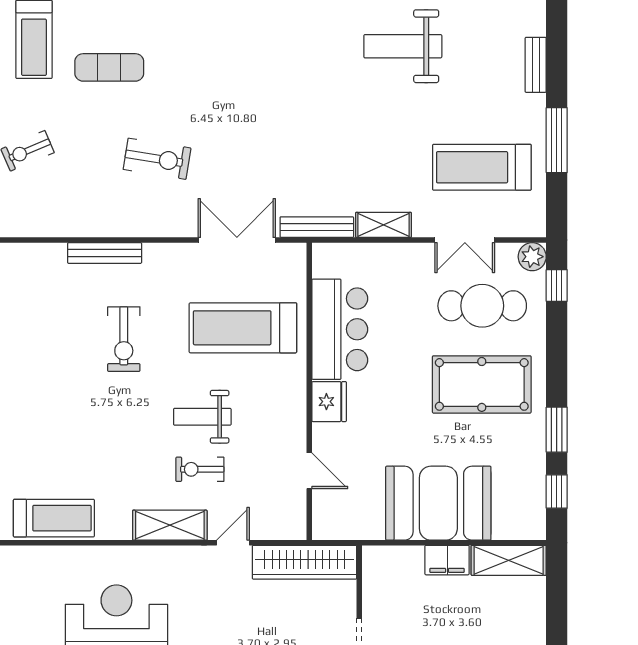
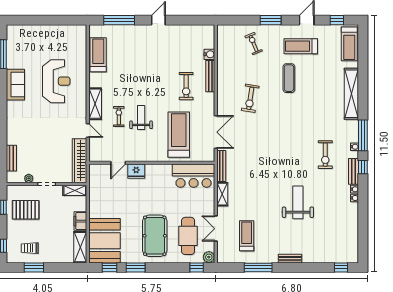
treadmill: (482, 167) -> (247, 236), width x0.73, depth x0.73
water cooler: (53, 255) -> (209, 54), added
bar counter: (340, 329) -> (194, 176), moved
exercise bike: (124, 339) -> (186, 86), moved, turned -90
fridge: (329, 402) -> (136, 171), moved
booth: (438, 503) -> (105, 241), moved
treadmill: (54, 518) -> (98, 55), turned 180
shelving: (375, 573) -> (75, 190), added

